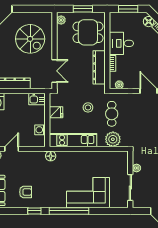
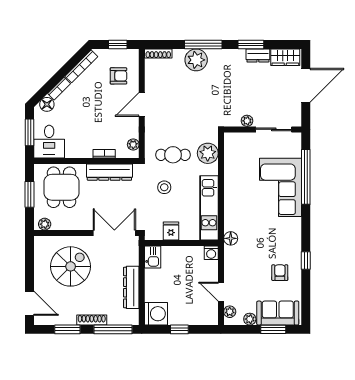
desk: (121, 43) -> (49, 142), moved
double door: (55, 71) -> (114, 233), width x1.37
washing machine: (40, 130) -> (211, 253), moved
window: (69, 211) -> (306, 177), moved

